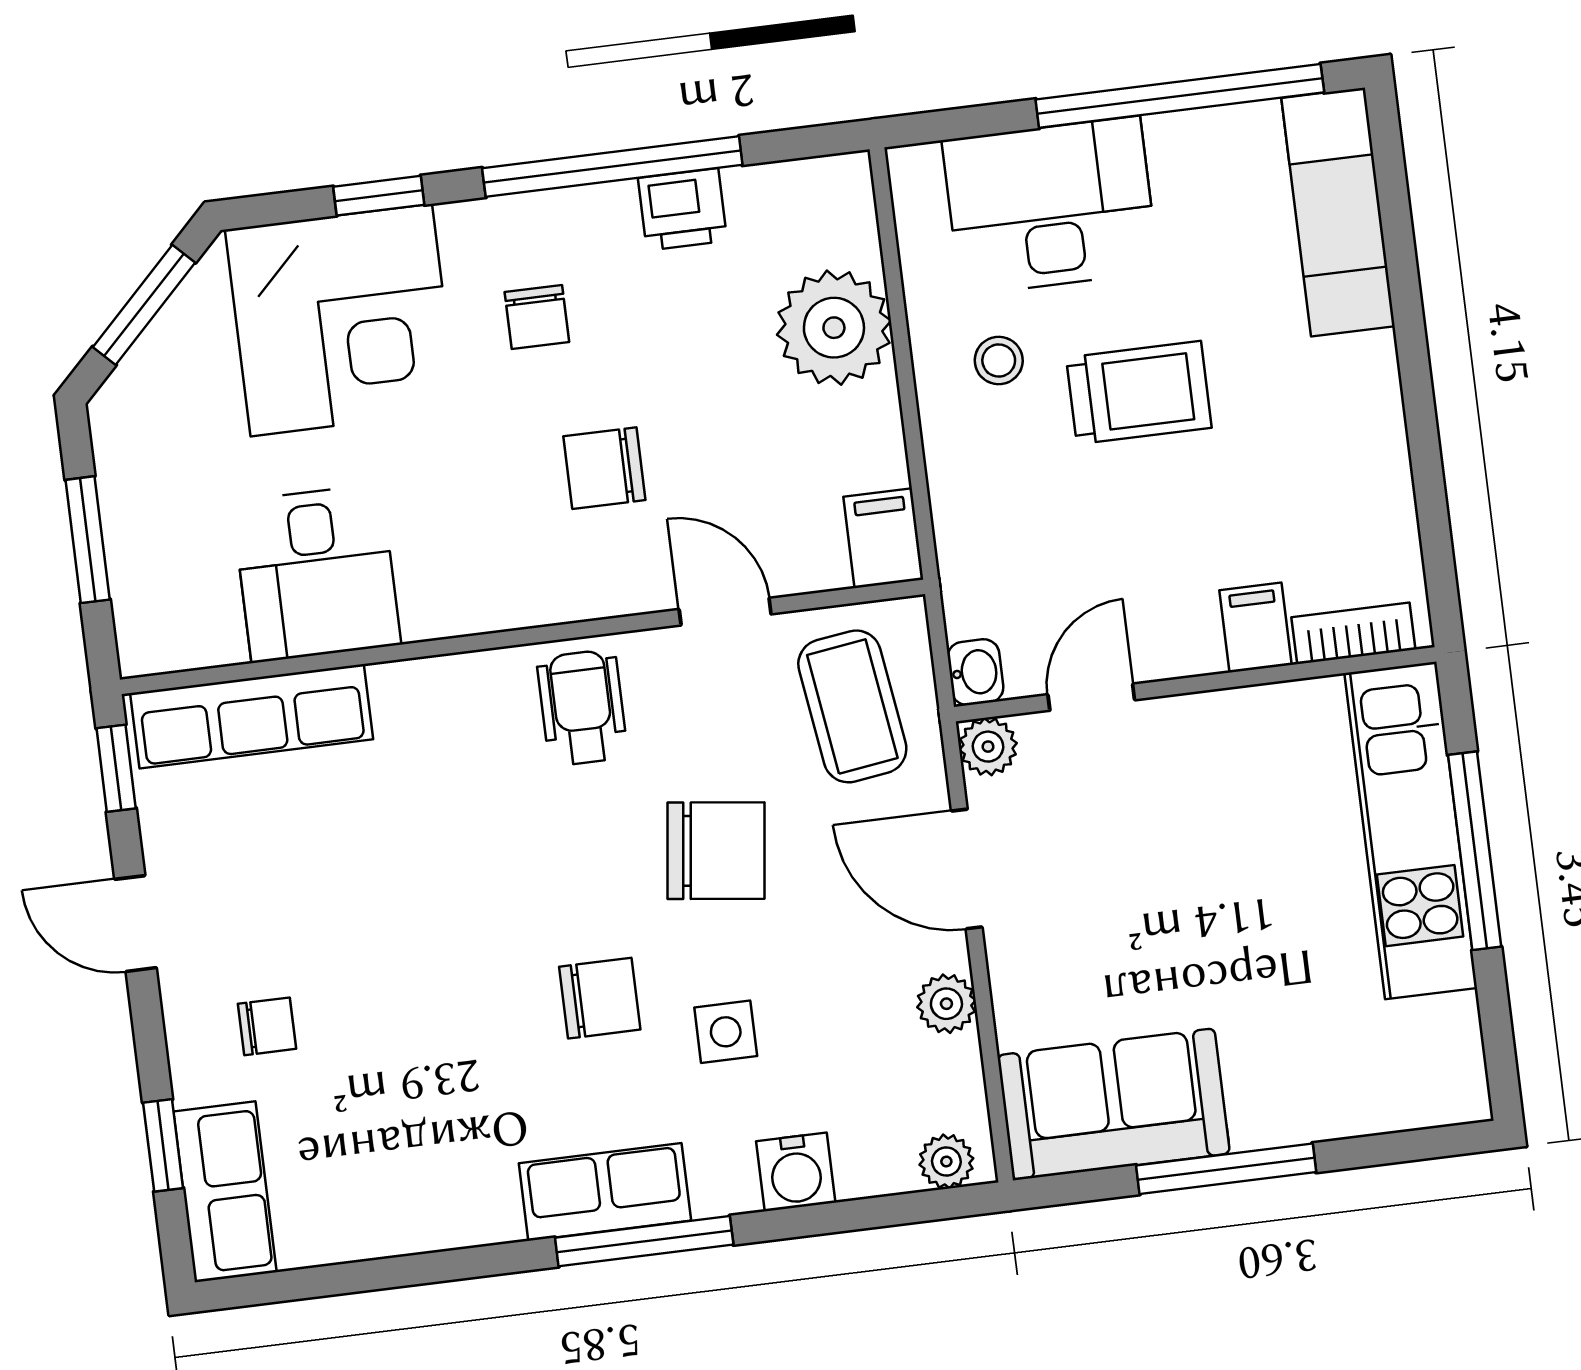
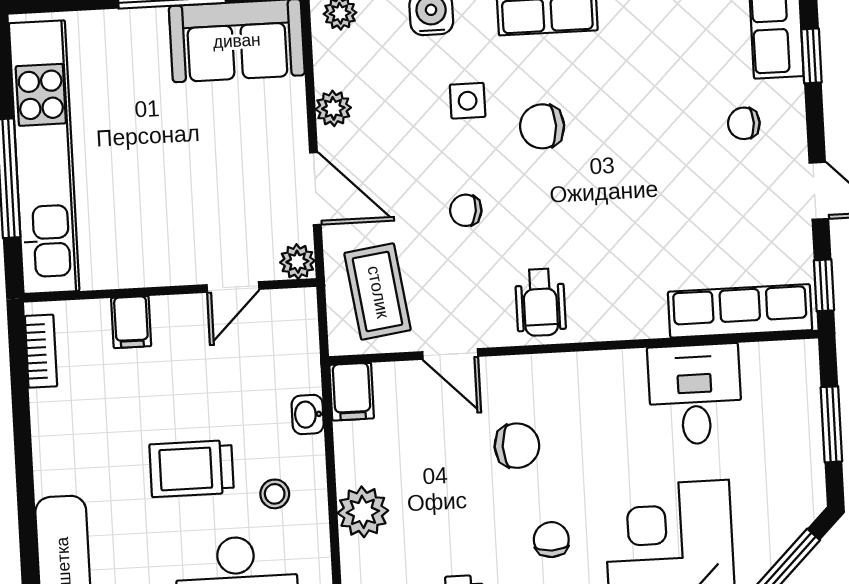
plant: (834, 328) -> (363, 512), width x0.73, depth x0.73
bookcase: (1353, 633) -> (41, 351), moved, turned -90
washbasin: (976, 672) -> (308, 414), moved
kitchen unit: (1411, 830) -> (44, 157), width x1.36
chair: (716, 851) -> (466, 210), width x0.54, depth x0.54

